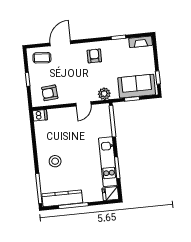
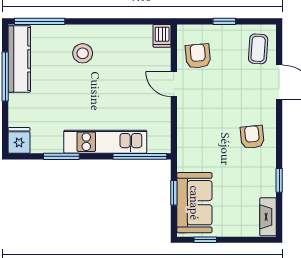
armchair: (94, 56) -> (252, 137), turned -96
plant: (104, 94) -> (187, 147), removed
door: (83, 104) -> (174, 84), moved
kitchen unit: (108, 162) -> (105, 142), moved

